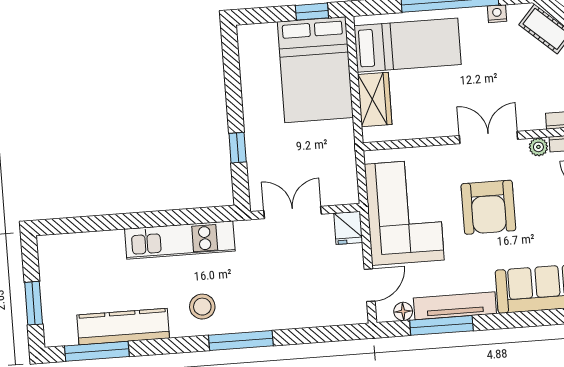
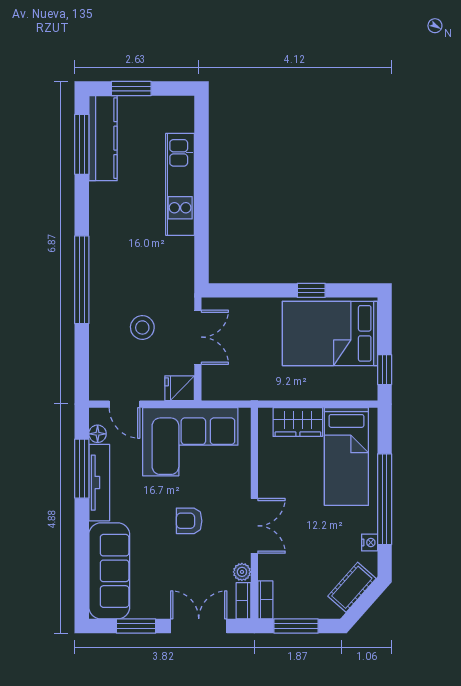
bed: (315, 70) -> (330, 333), moved
window: (238, 148) -> (311, 290), moved
armchair: (488, 207) -> (189, 521), width x0.53, depth x0.53
kitchen unit: (180, 240) -> (180, 184), moved
stool: (202, 307) -> (142, 327), moved
kitchen counter: (123, 327) -> (103, 138), moved
window: (241, 340) -> (82, 280), width x1.46

